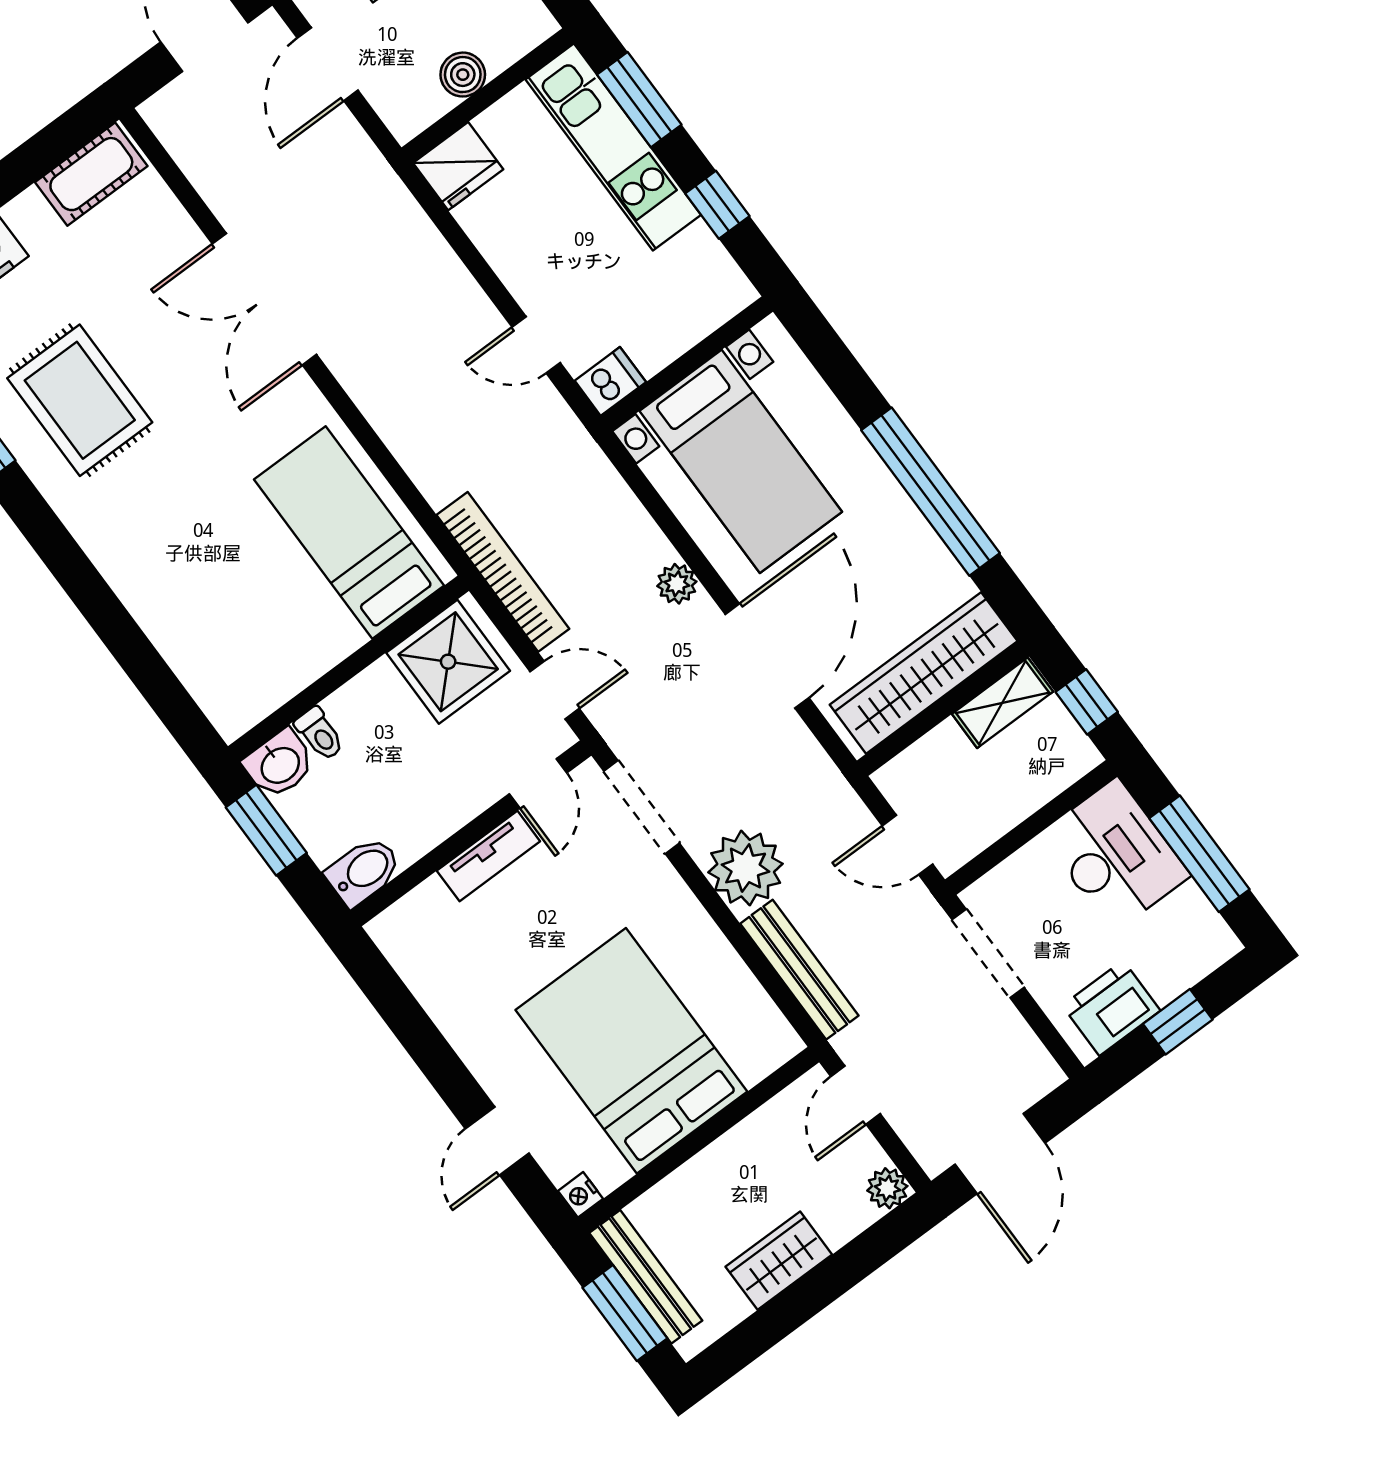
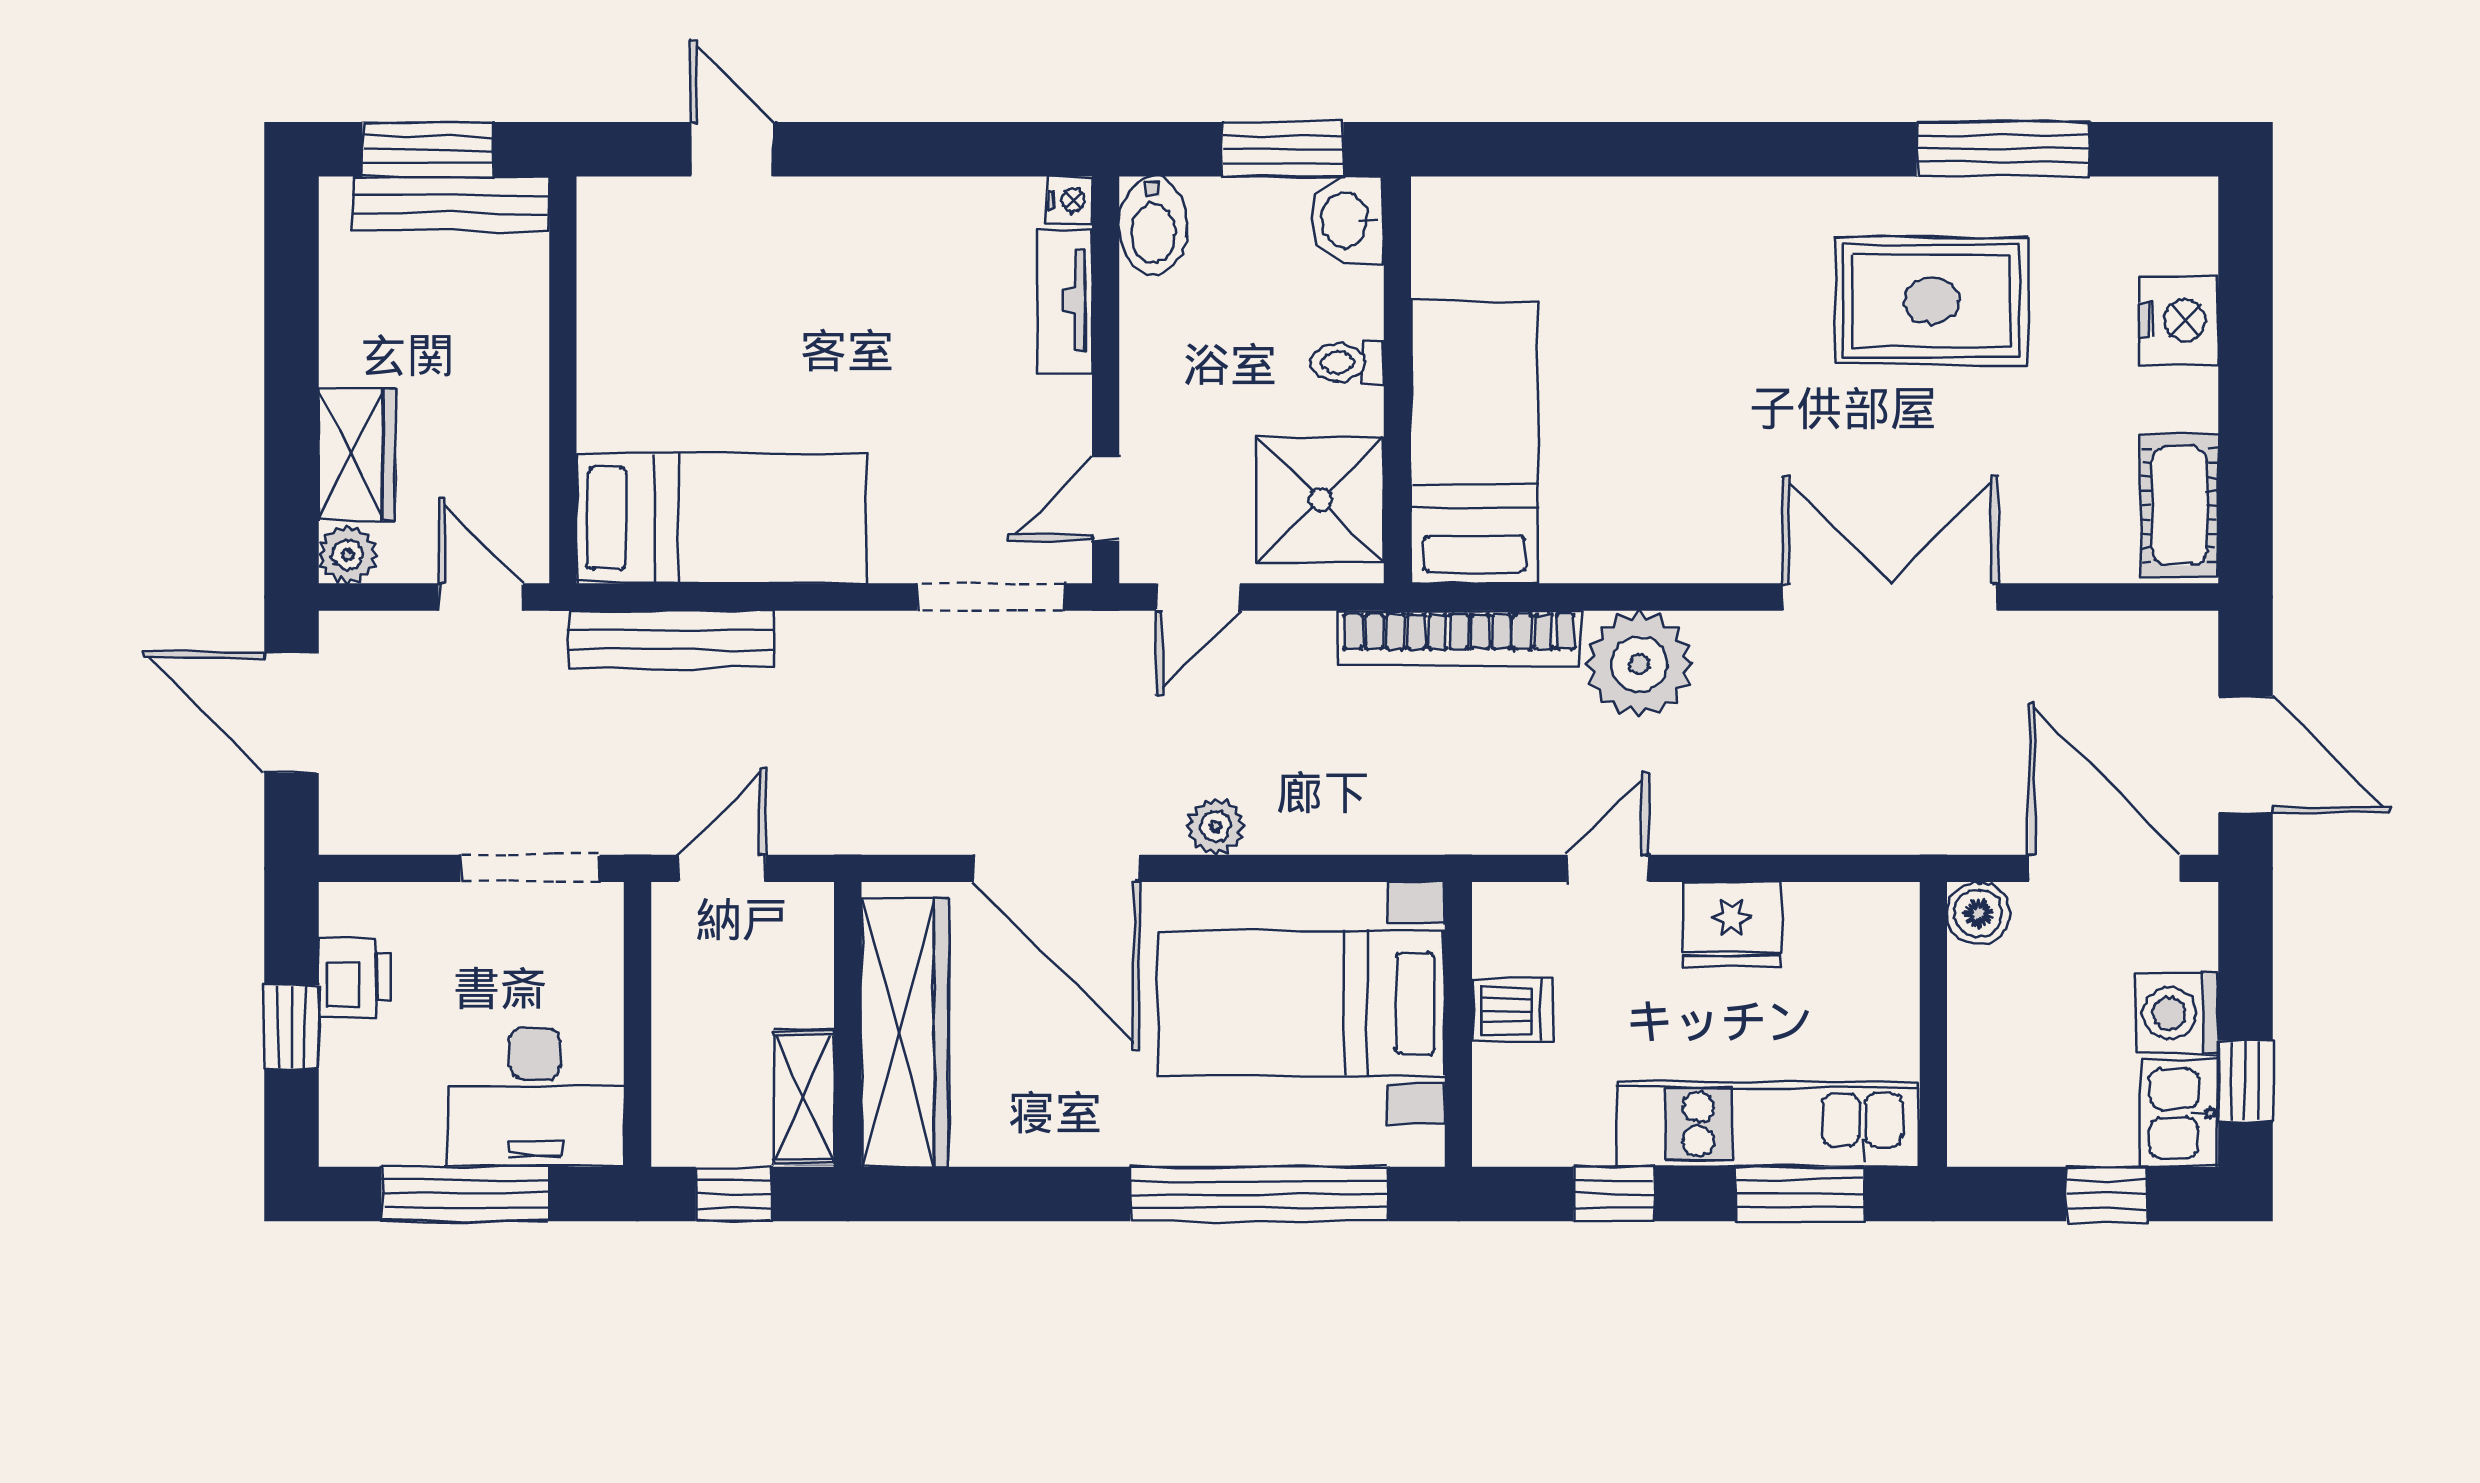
door: (328, 64) -> (2105, 868), width x1.36
boiler: (463, 75) -> (1978, 913), moved
fridge: (458, 166) -> (1731, 924), moved, turned -90
dishwasher: (610, 381) -> (1512, 1010), moved, turned -90
window: (930, 492) -> (1259, 1194), moved
bed: (349, 533) -> (1474, 442), moved, turned -90
bookcase: (503, 572) -> (1459, 638), moved
toilet: (320, 734) -> (1347, 363), moved
door: (538, 783) -> (1106, 499), hinge flipped
tv unit: (488, 856) -> (1065, 301), moved
plant: (746, 868) -> (1639, 664), moved
printer: (1111, 1008) -> (355, 977), width x0.73, depth x0.81
bed: (631, 1051) -> (721, 518), moved, width x0.67
nightstand: (581, 1195) -> (1070, 200), moved, turned 90
wardrobe: (779, 1261) -> (357, 454), moved

